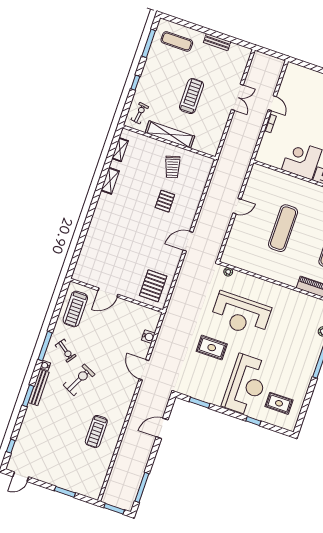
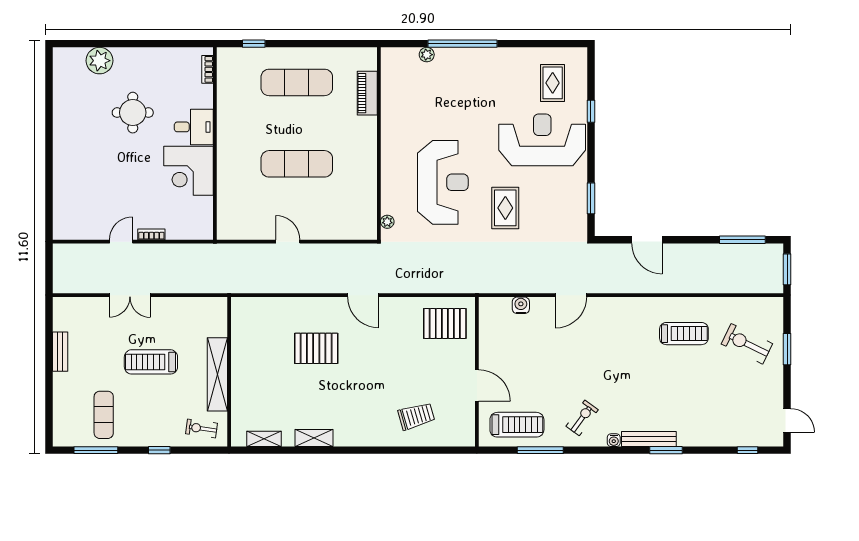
exercise mat: (177, 41) -> (104, 415), moved
double door: (237, 97) -> (130, 295), swing flipped
trolley: (172, 167) -> (416, 416), moved
pallet: (165, 201) -> (316, 348), width x1.50, depth x1.42
window: (45, 346) -> (540, 450), moved
exercise bike: (79, 380) -> (747, 344), moved

